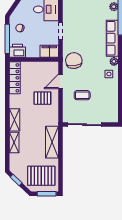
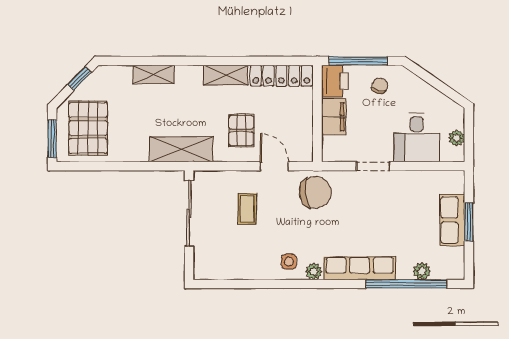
filing cabinet: (49, 51) -> (334, 117), moved
shelving: (14, 120) -> (226, 75), moved
shelving: (52, 142) -> (181, 149), moved

